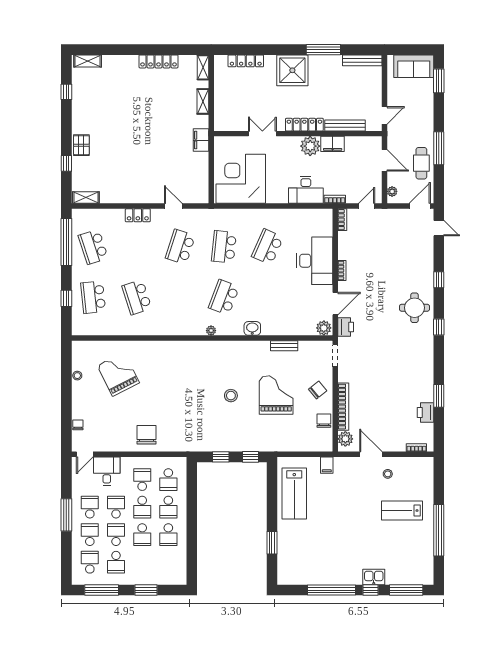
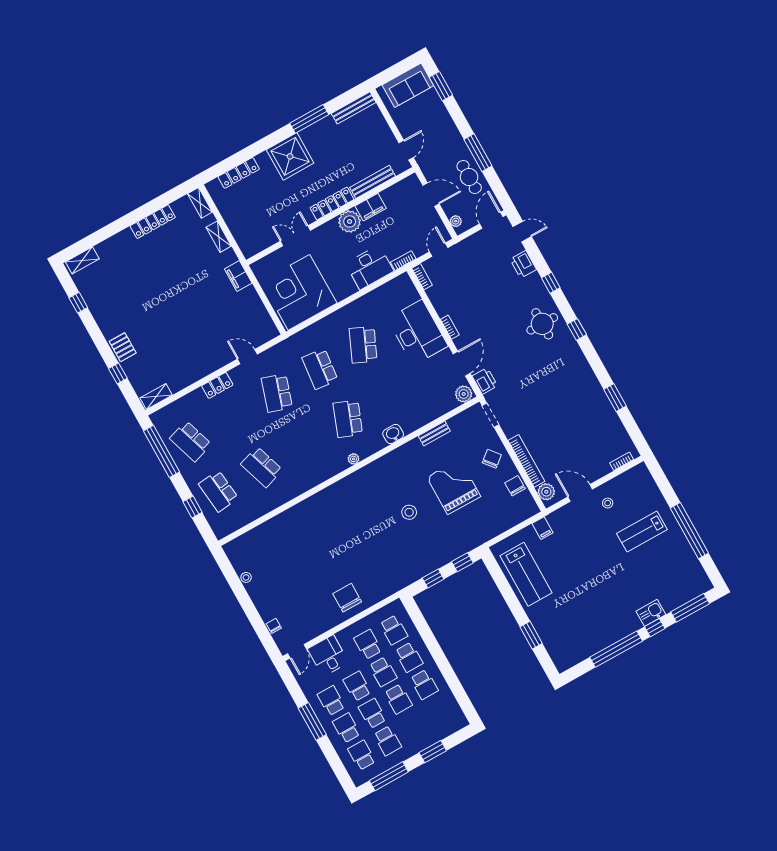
grand piano: (118, 374) -> (286, 553), removed
printer: (425, 412) -> (523, 264), moved

